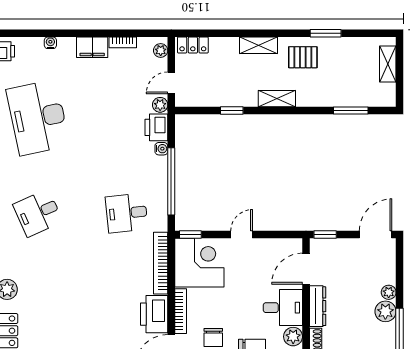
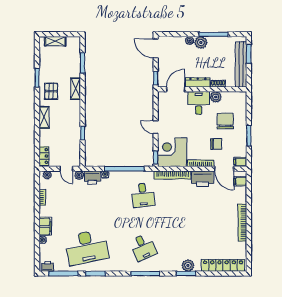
filing cabinet: (92, 47) -> (45, 226), moved
shelving: (277, 99) -> (76, 89), moved
door: (306, 269) -> (176, 89), swing flipped

